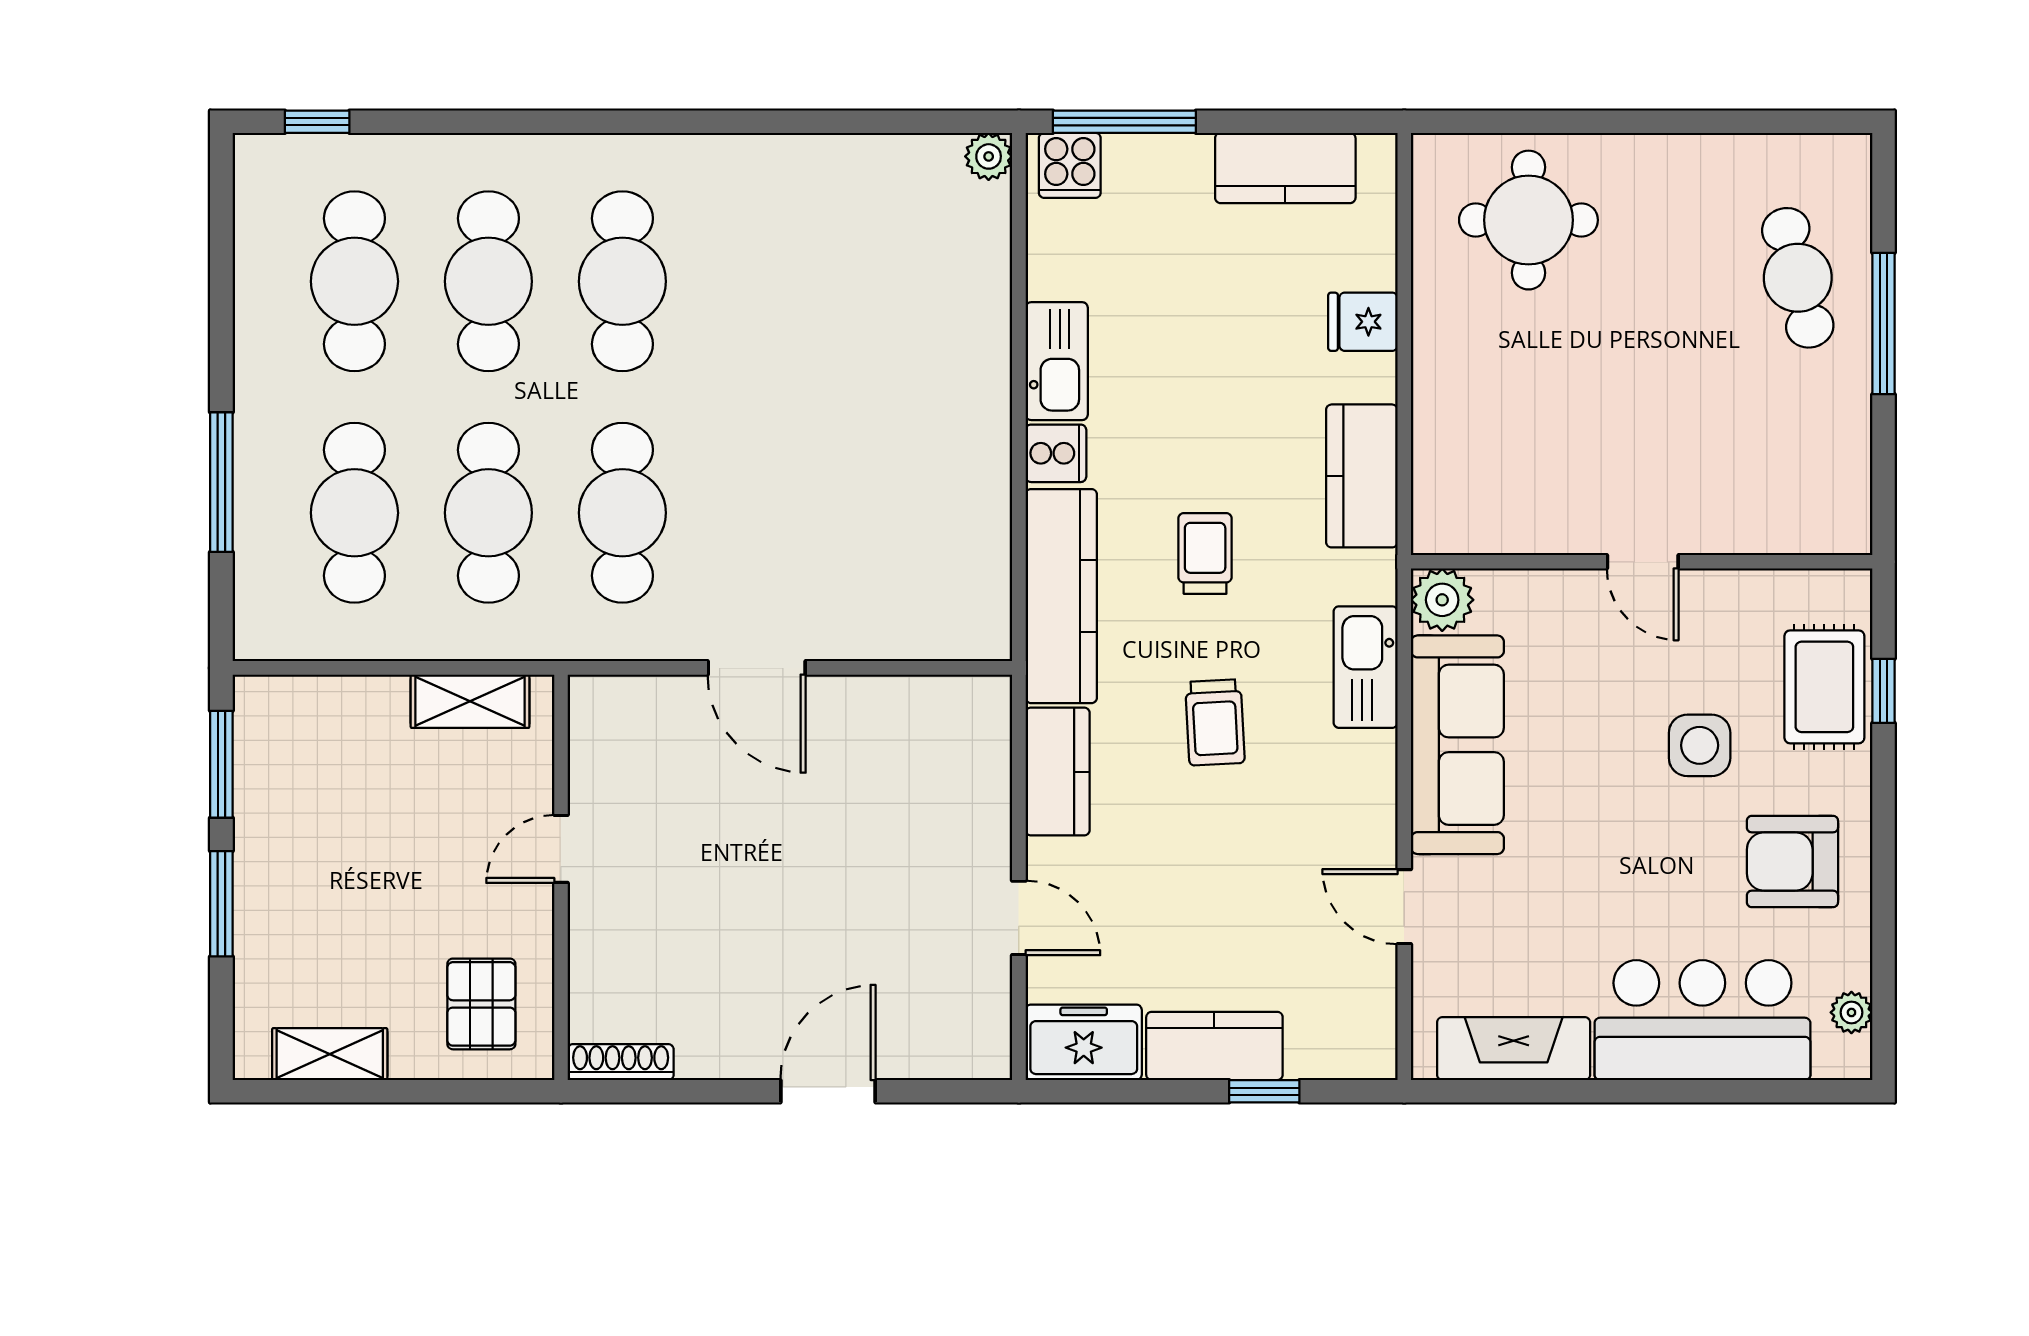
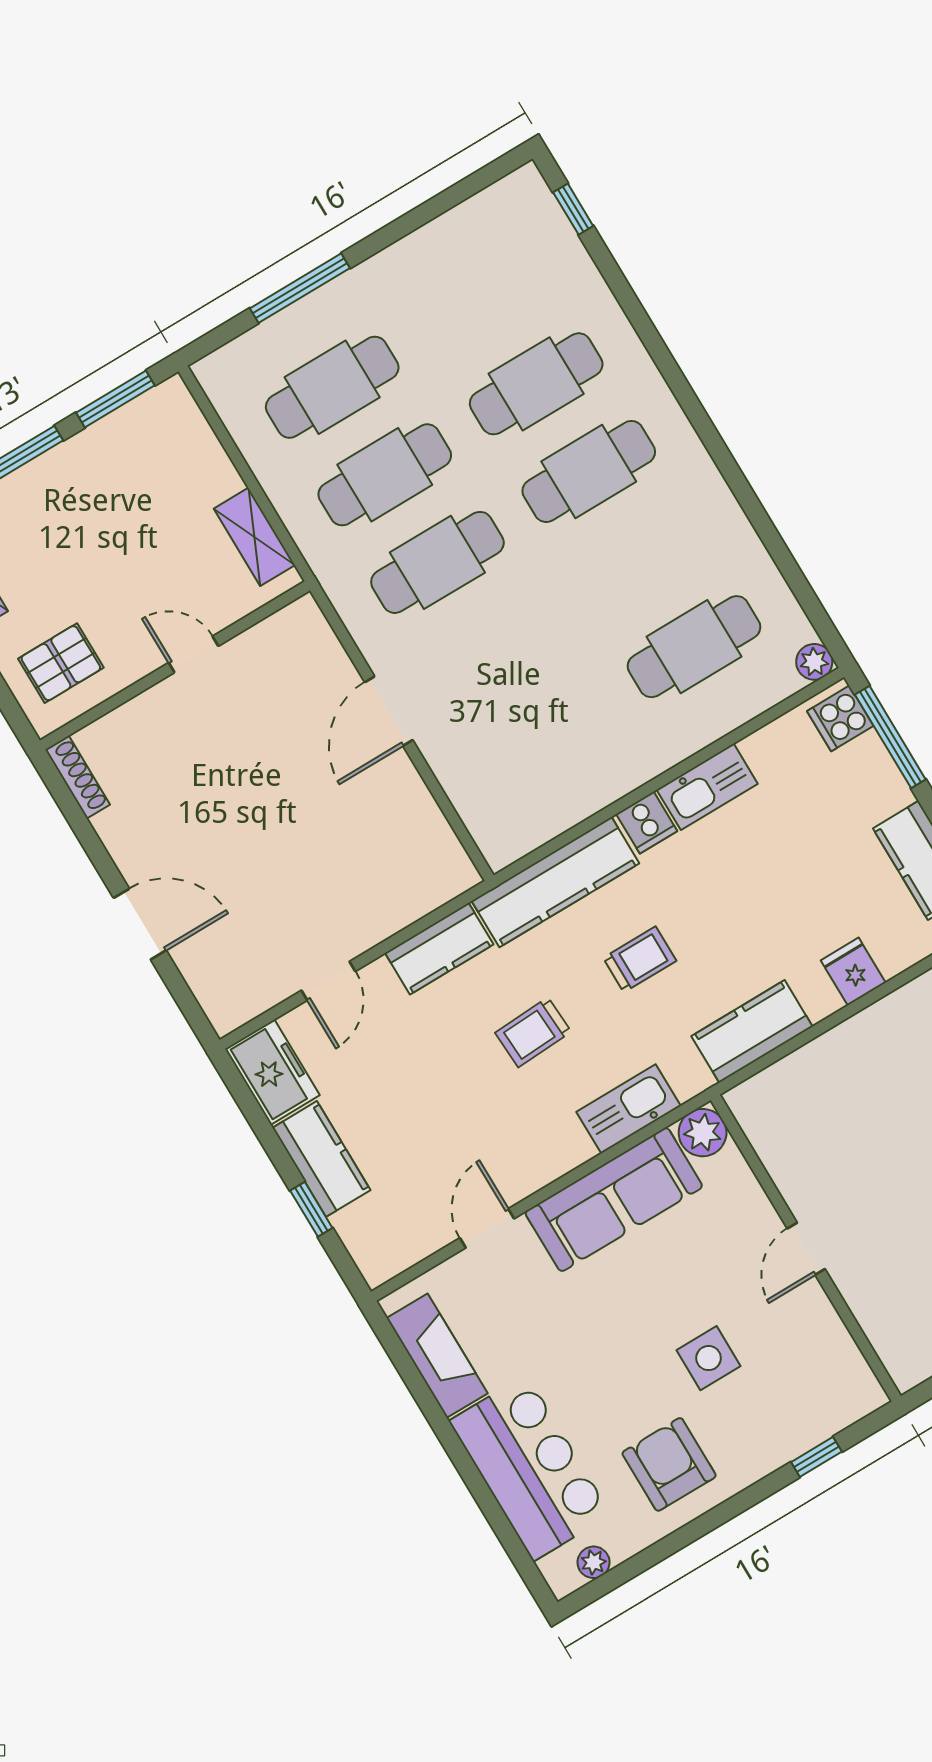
cafe table: (354, 281) -> (694, 647), moved
rug: (1824, 687) -> (796, 1417), removed

